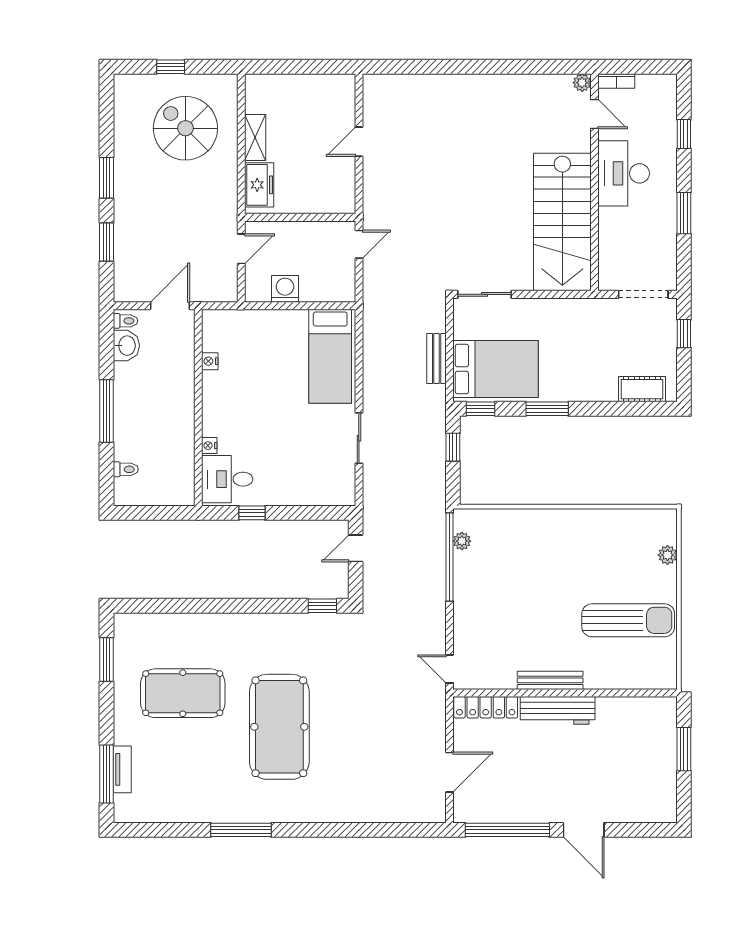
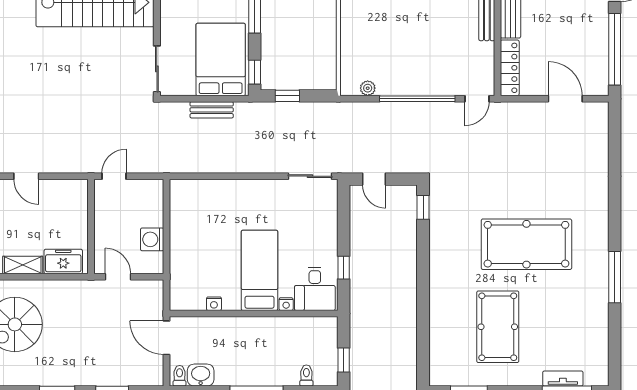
door: (359, 244) -> (114, 176), hinge flipped
bed: (330, 356) -> (259, 270), moved, turned -90
sliding door: (359, 438) -> (310, 176), moved
window: (144, 513) -> (344, 360), added
window: (450, 557) -> (417, 99), moved

